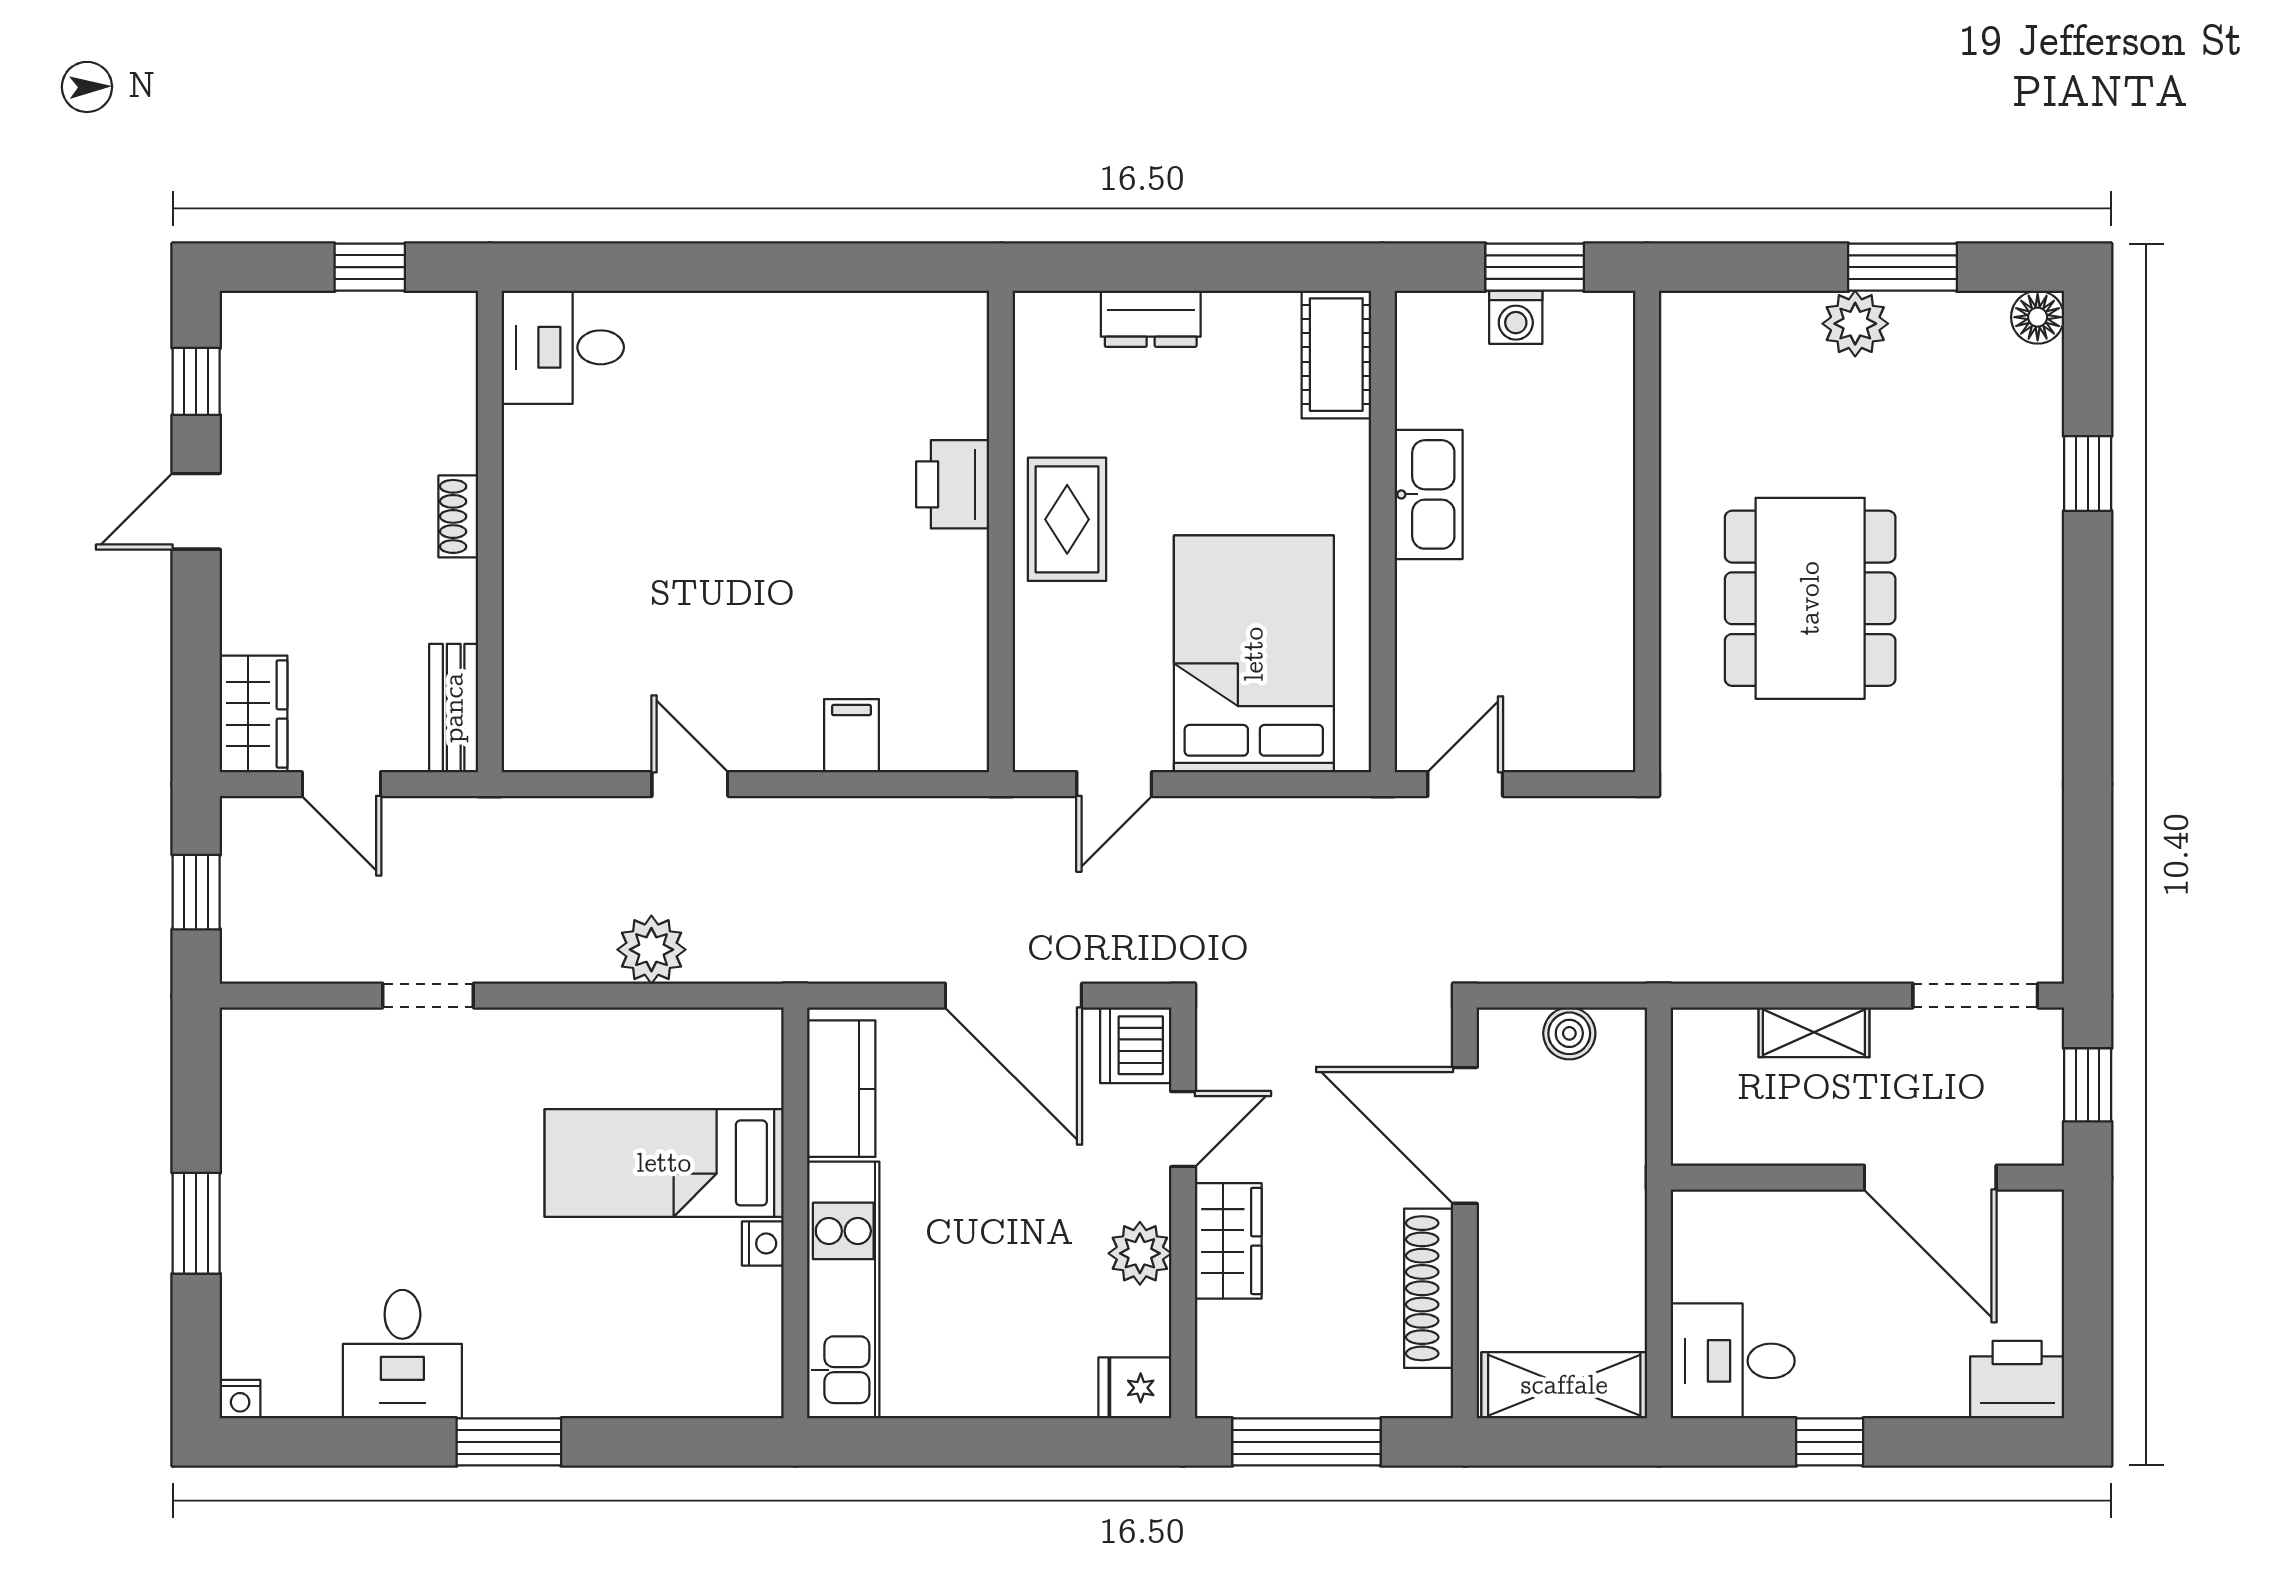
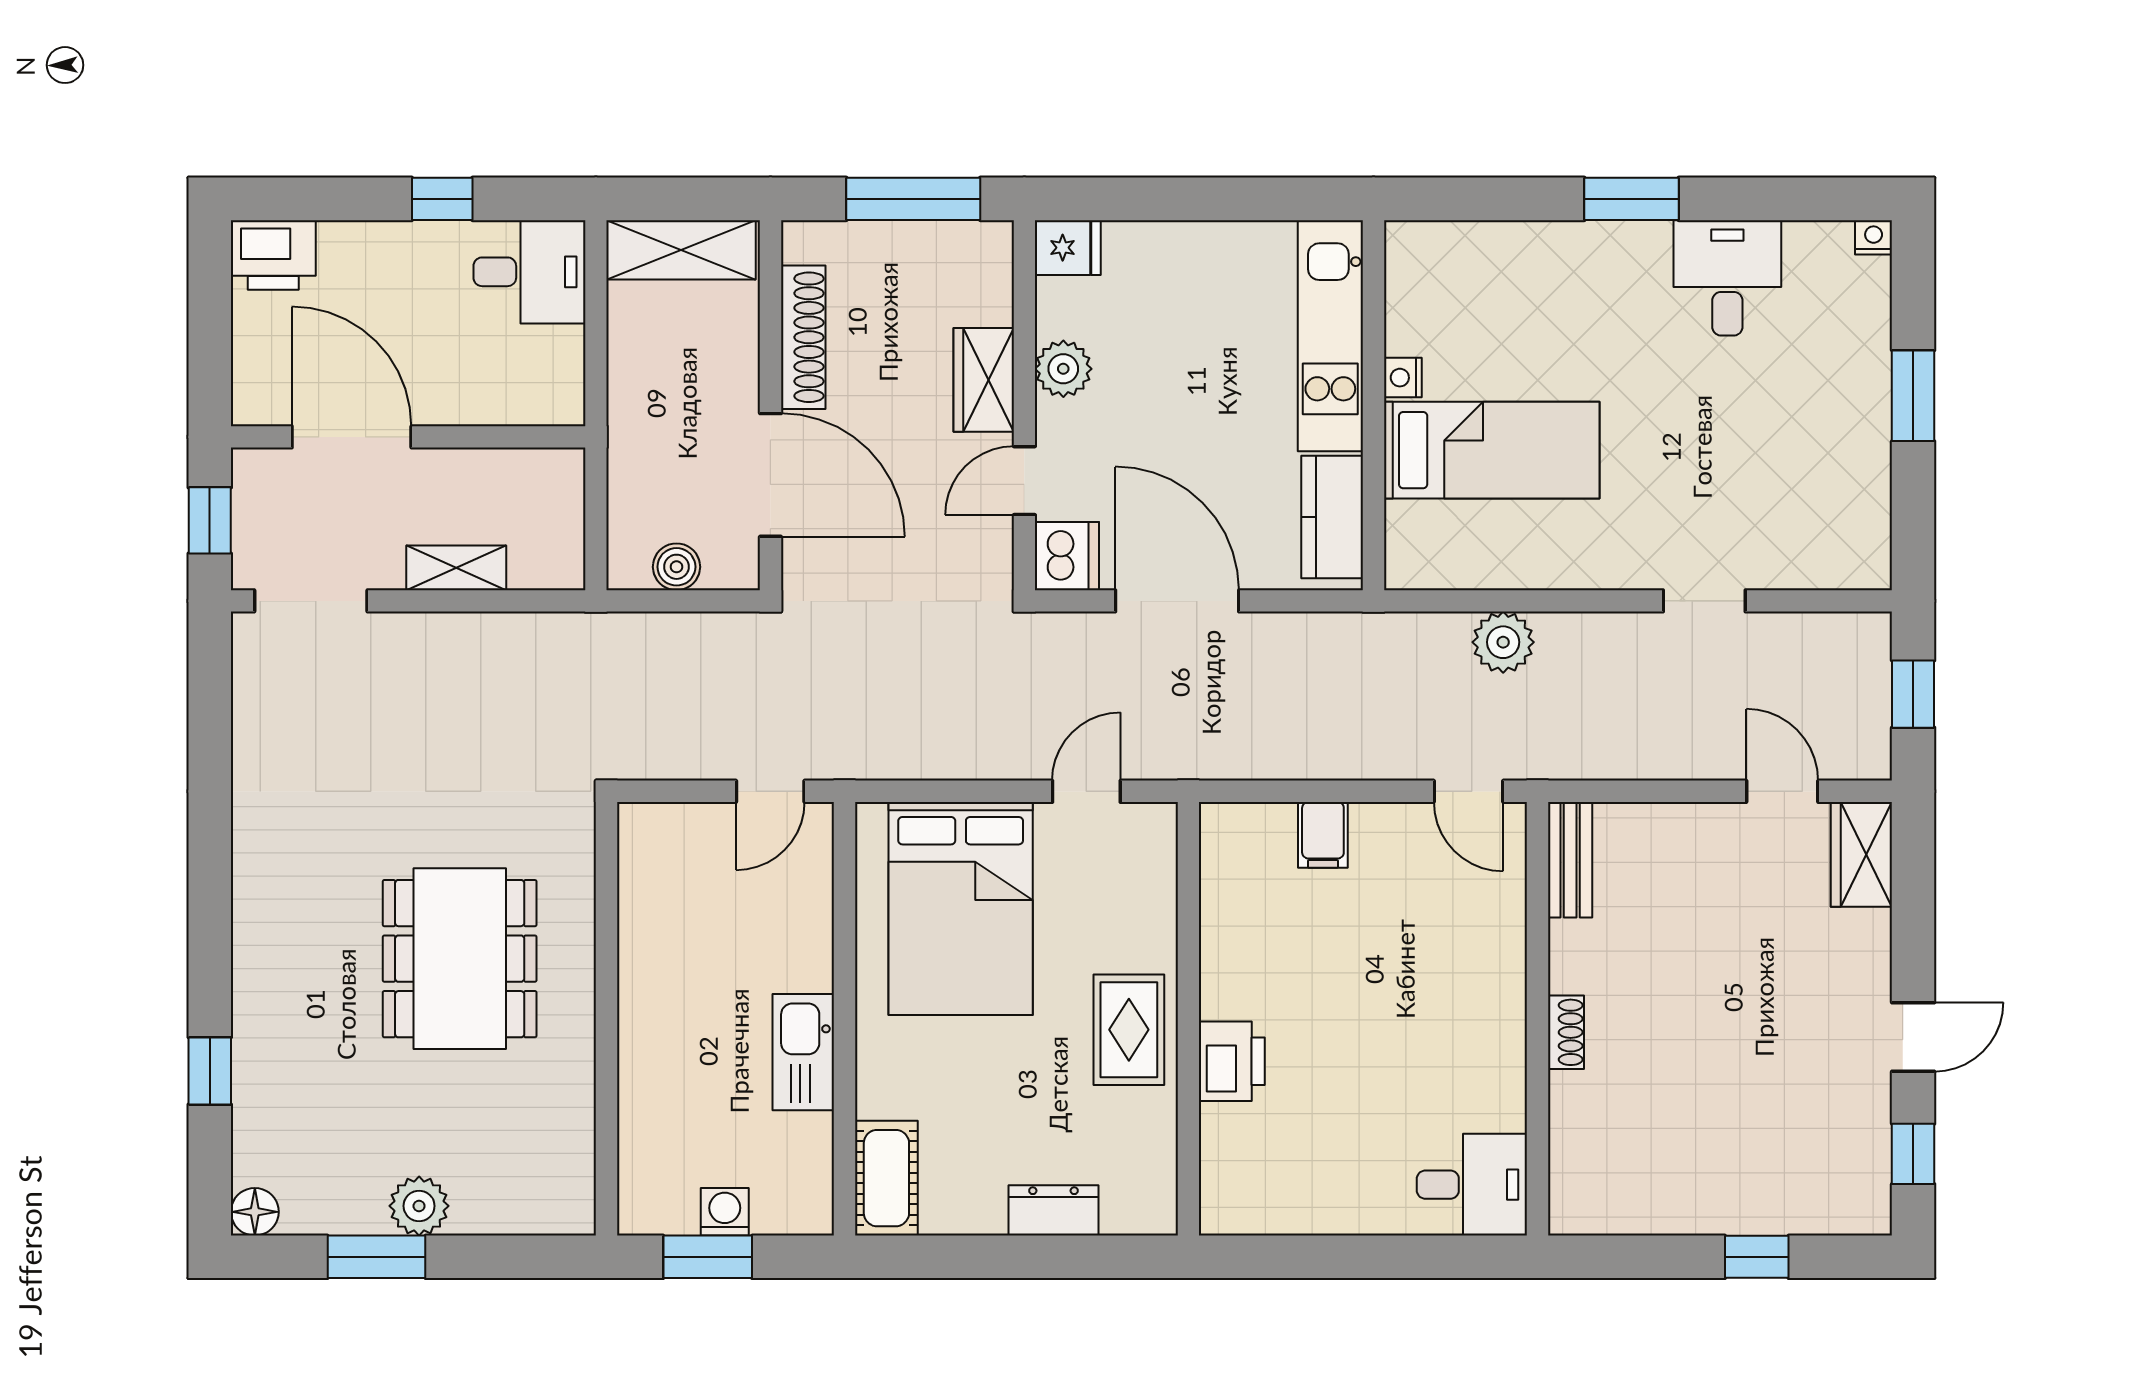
desk: (563, 347) -> (1472, 1185), moved
shoe rack: (458, 516) -> (1566, 1032), moved
wall: (490, 531) -> (1538, 1019), moved
bench: (454, 708) -> (1570, 860), moved

